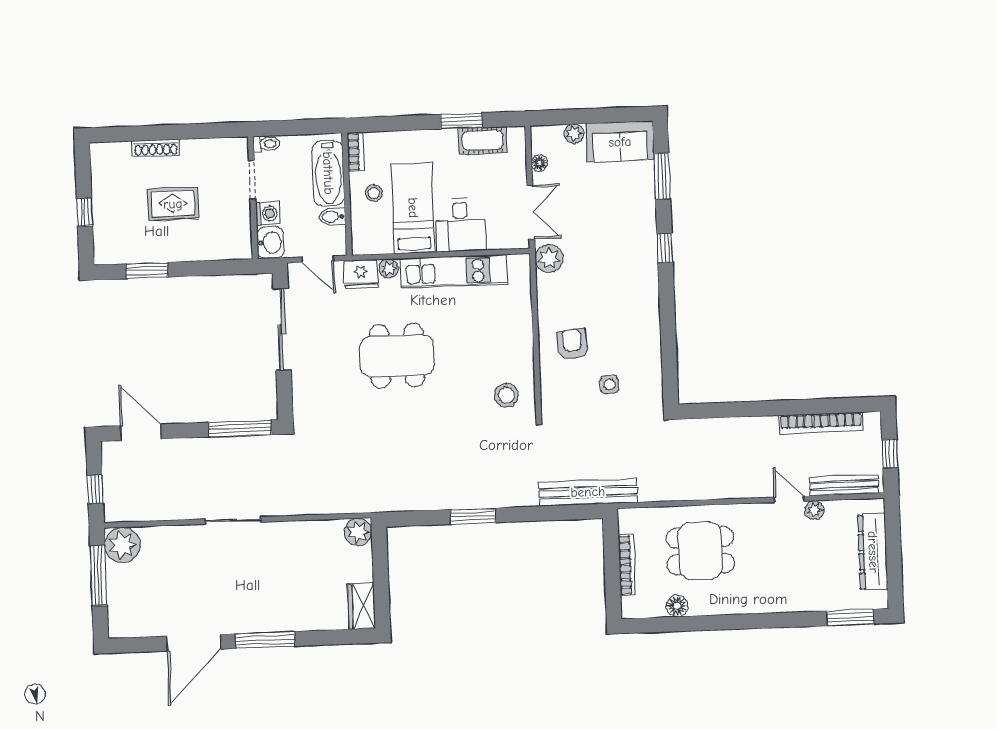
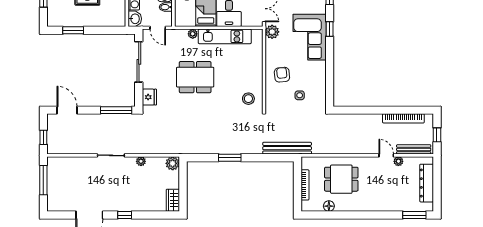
corner sofa: (625, 266) -> (310, 37), added
fridge: (361, 274) -> (149, 97), moved, turned -90
plant: (122, 545) -> (141, 161), moved, width x0.53, depth x0.53
window: (265, 640) -> (125, 215), width x0.46

